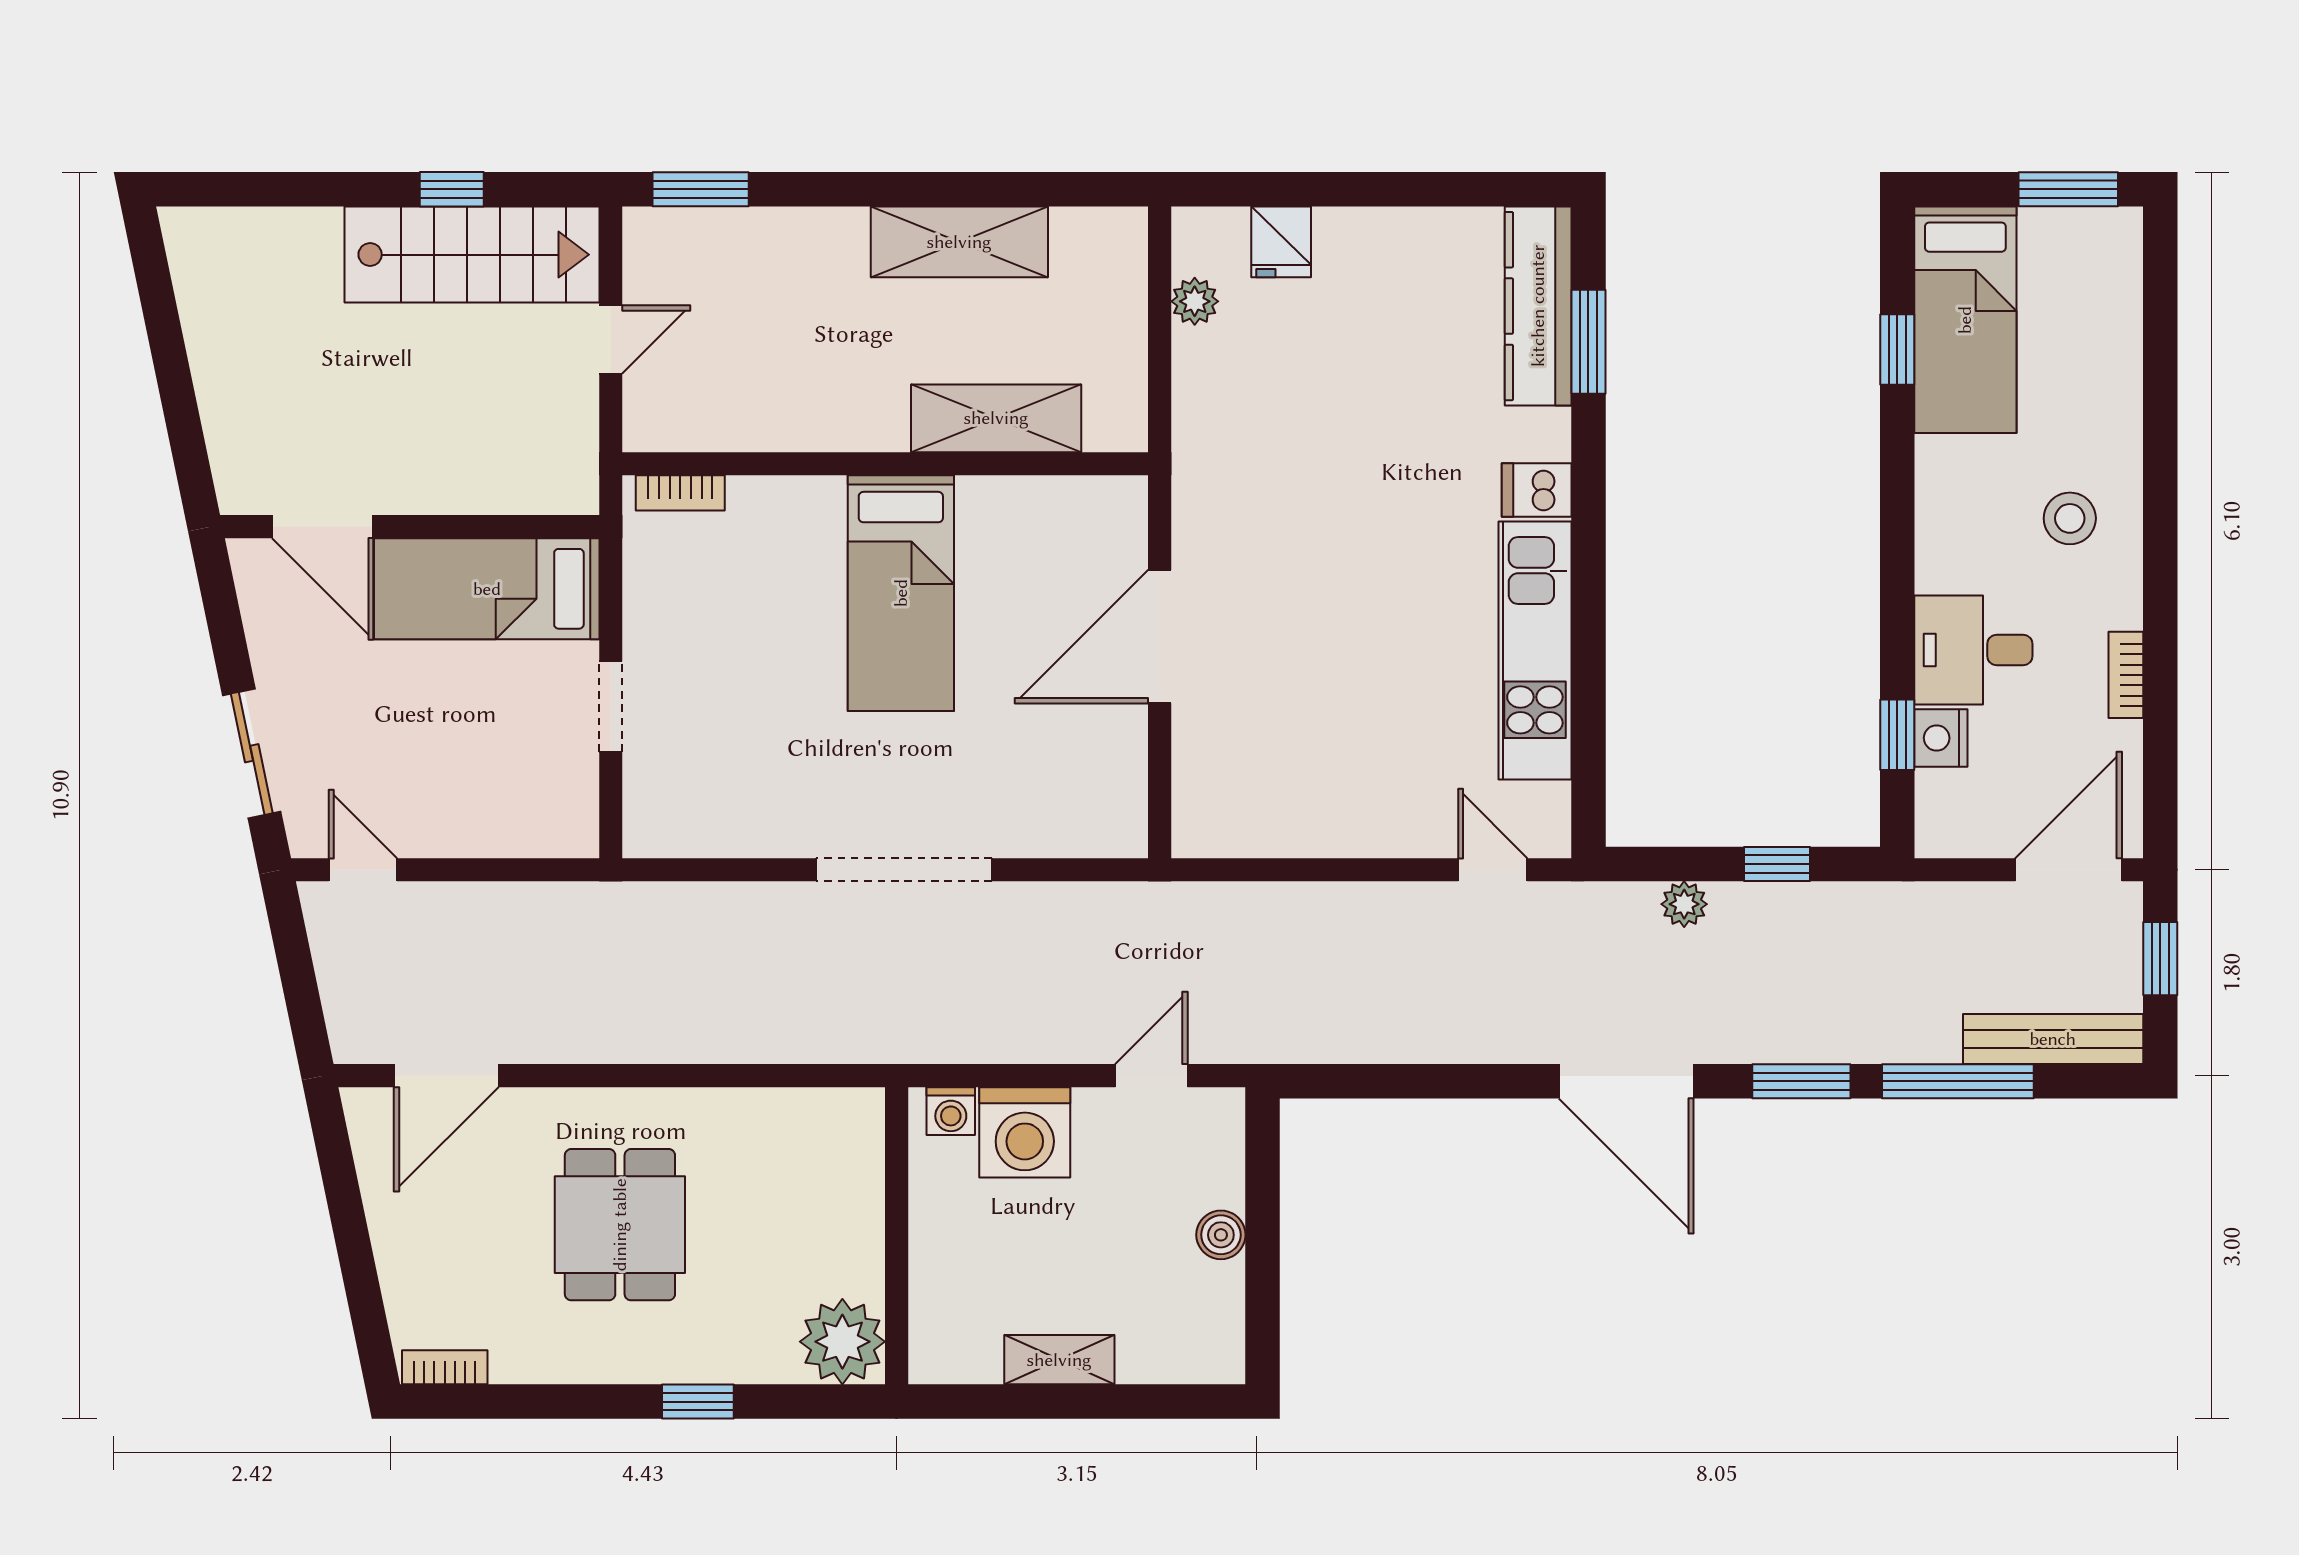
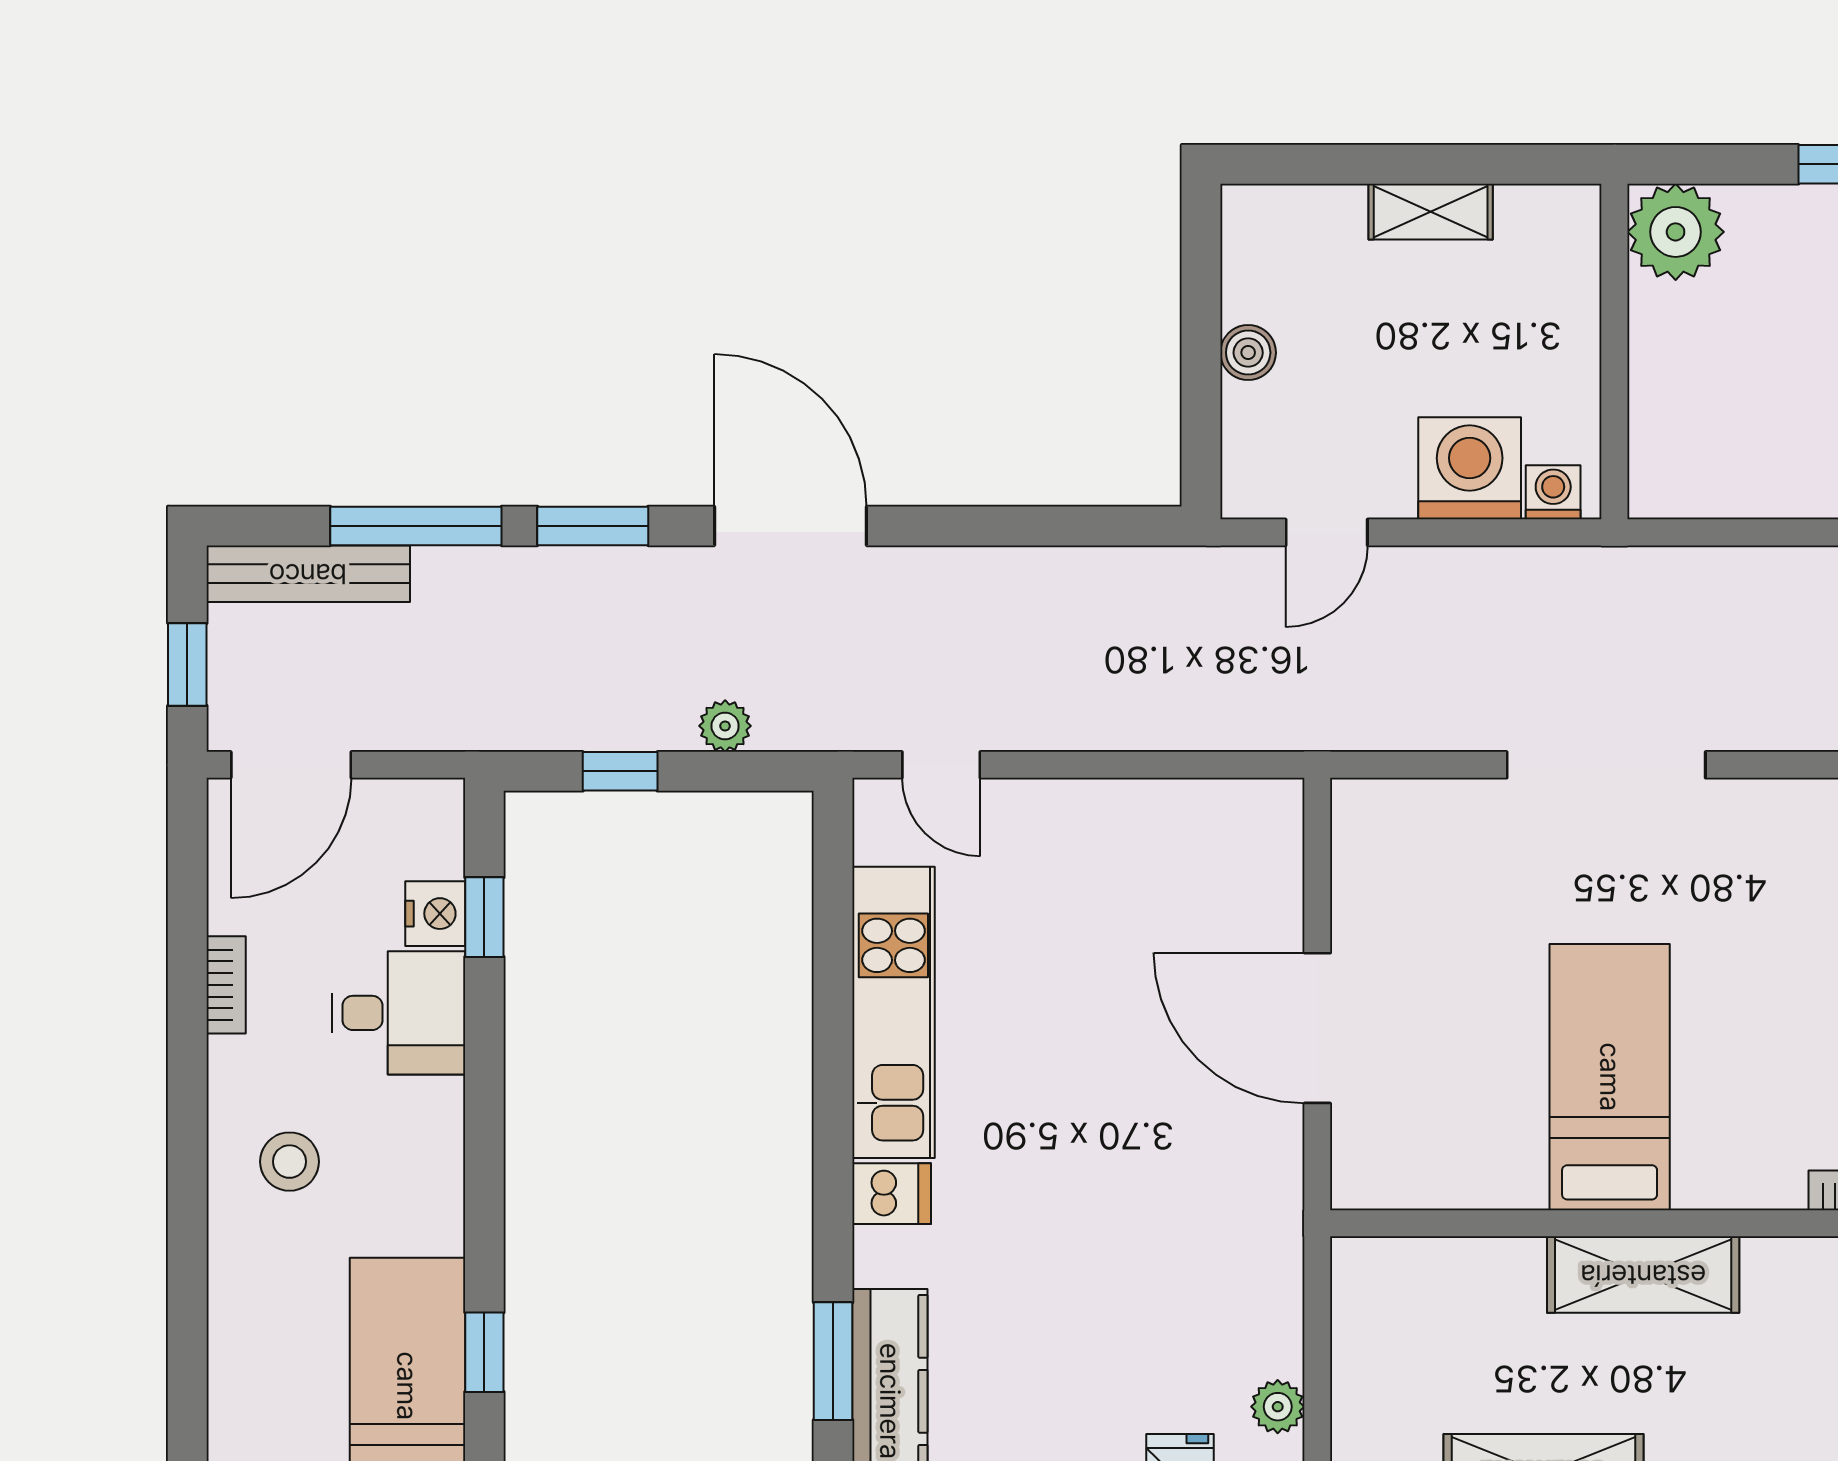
shelving: (996, 418) -> (1643, 1275), moved
door: (1160, 637) -> (1317, 1028), swing flipped

